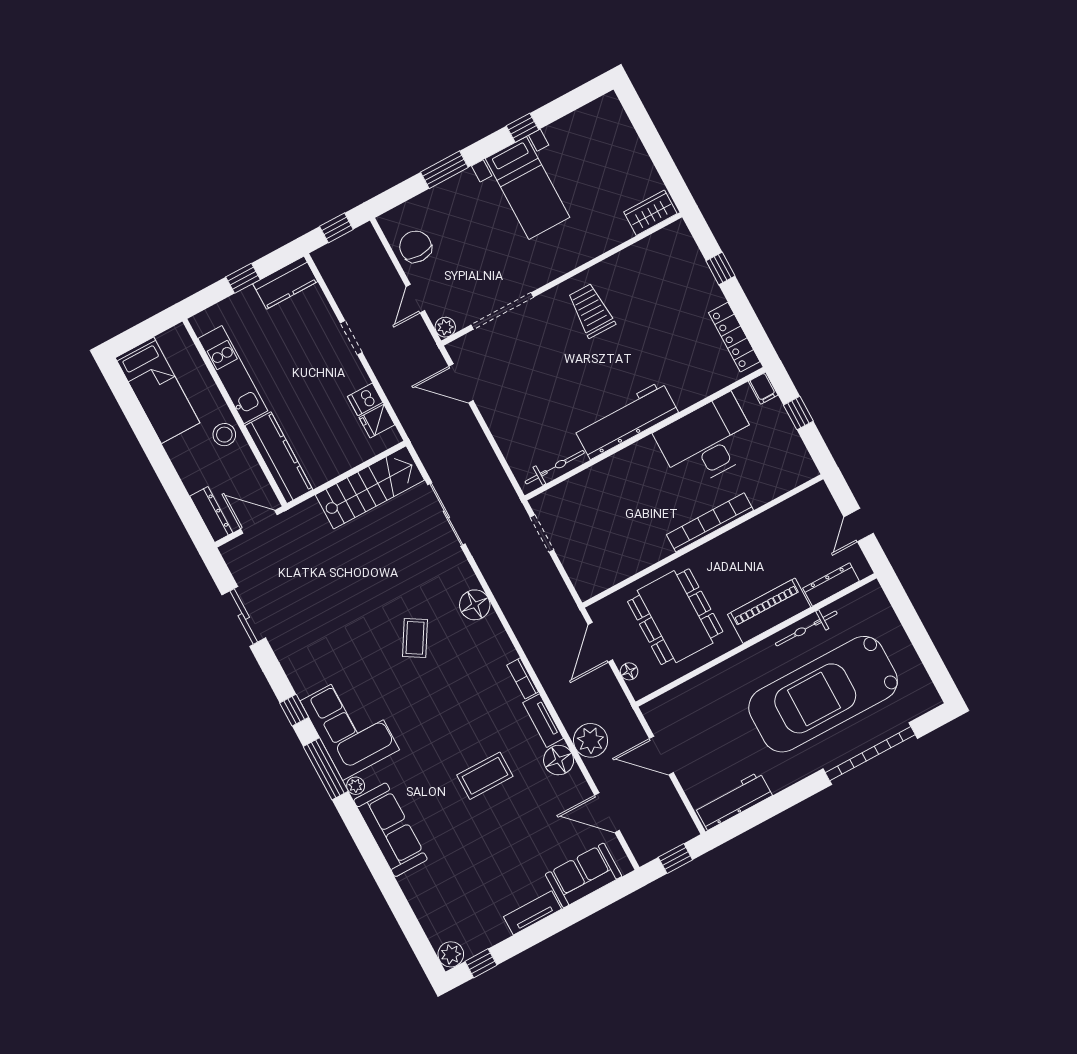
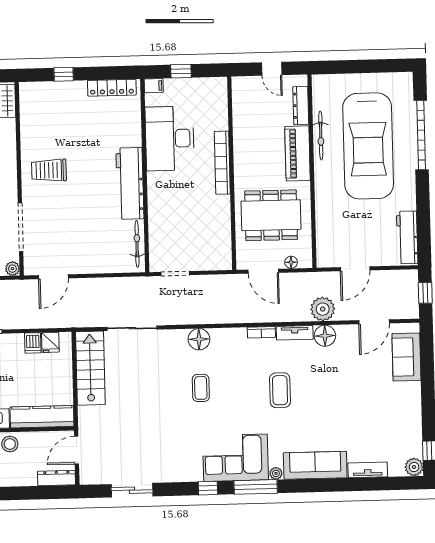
coffee table: (415, 638) -> (201, 388), turned 59
coffee table: (485, 776) -> (280, 390), moved
tv unit: (532, 913) -> (368, 470), moved, turned 90

